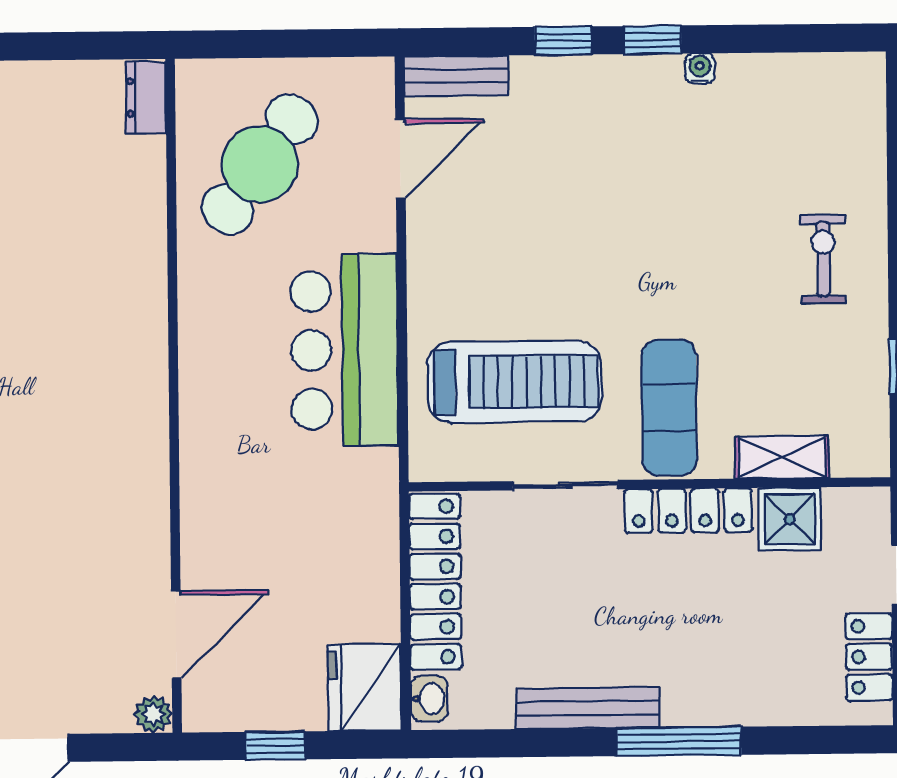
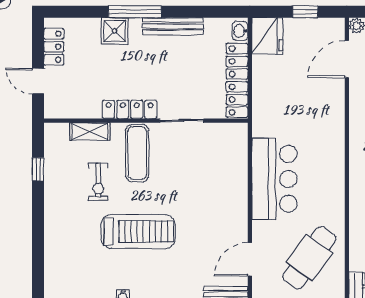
exercise bike: (823, 259) -> (98, 182), moved
treadmill: (514, 382) -> (138, 231), moved, turned 180
shower: (790, 519) -> (115, 31), moved

